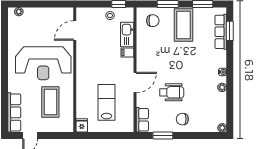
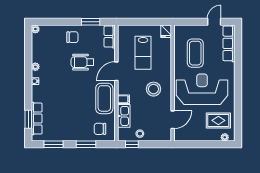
coffee table: (183, 25) -> (104, 98), moved
rug: (26, 30) -> (218, 120), added
stool: (95, 63) -> (153, 89), added

